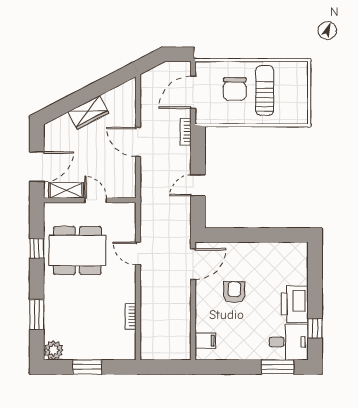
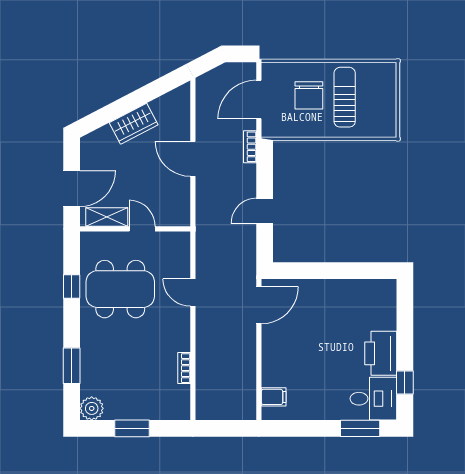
armchair: (234, 292) -> (308, 339), removed

